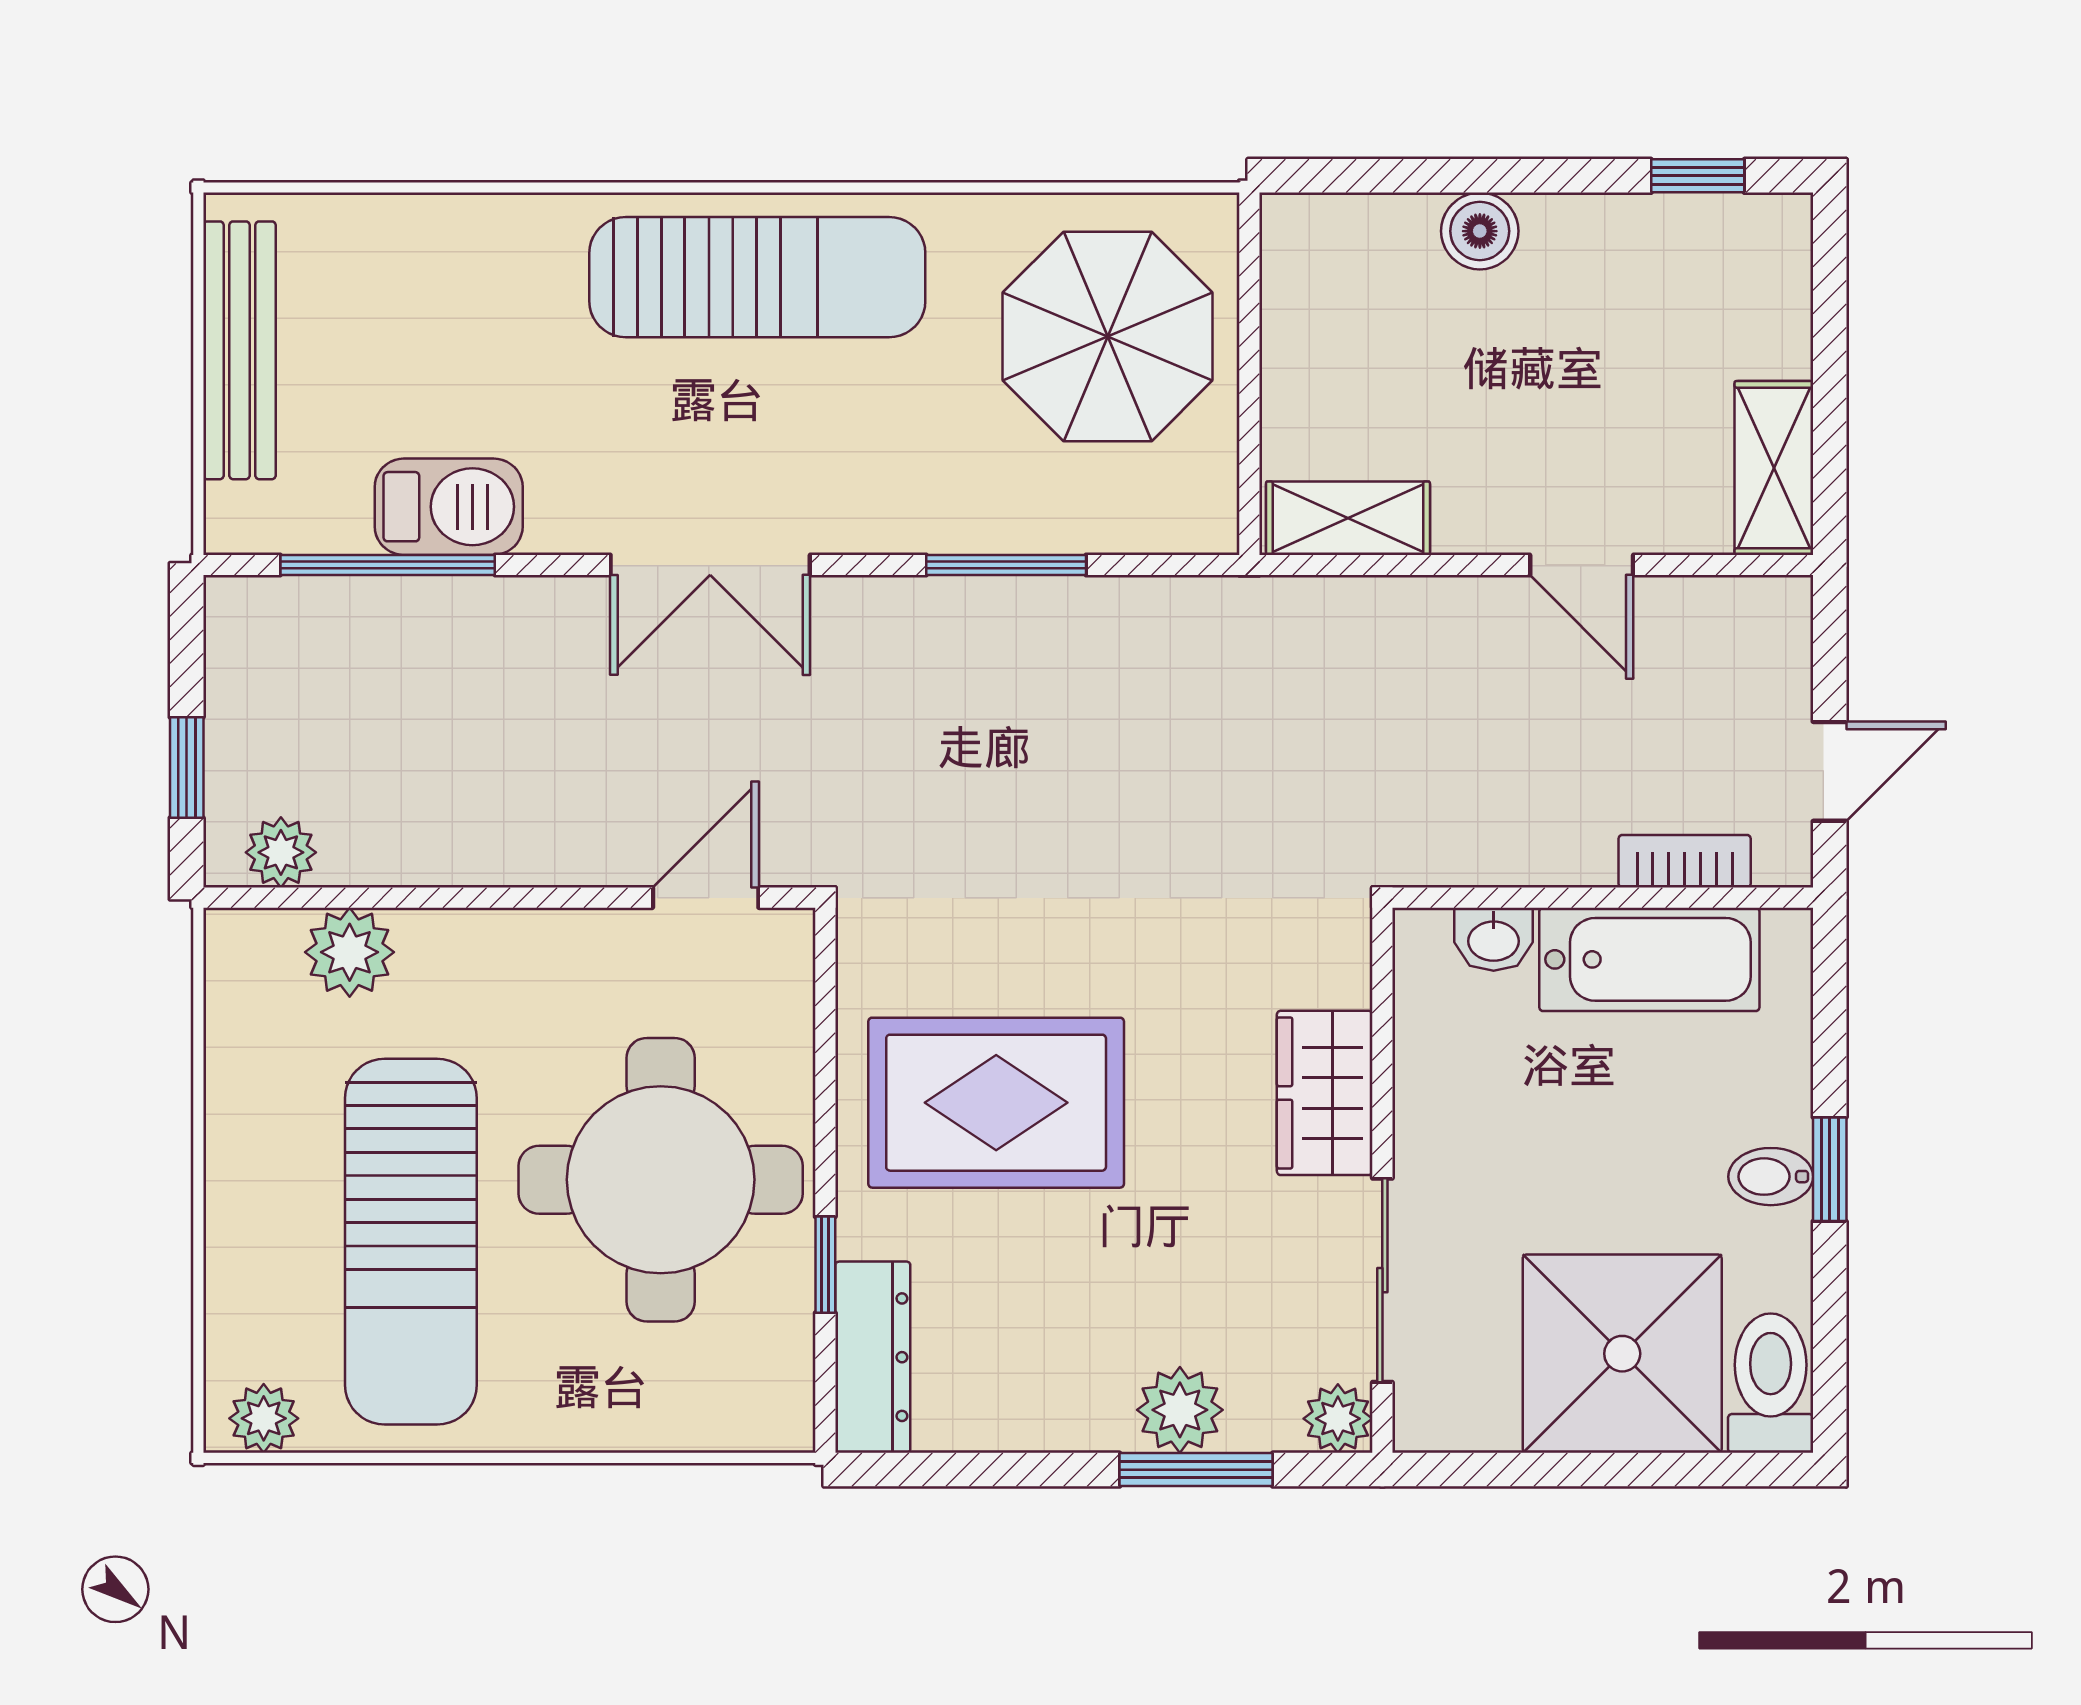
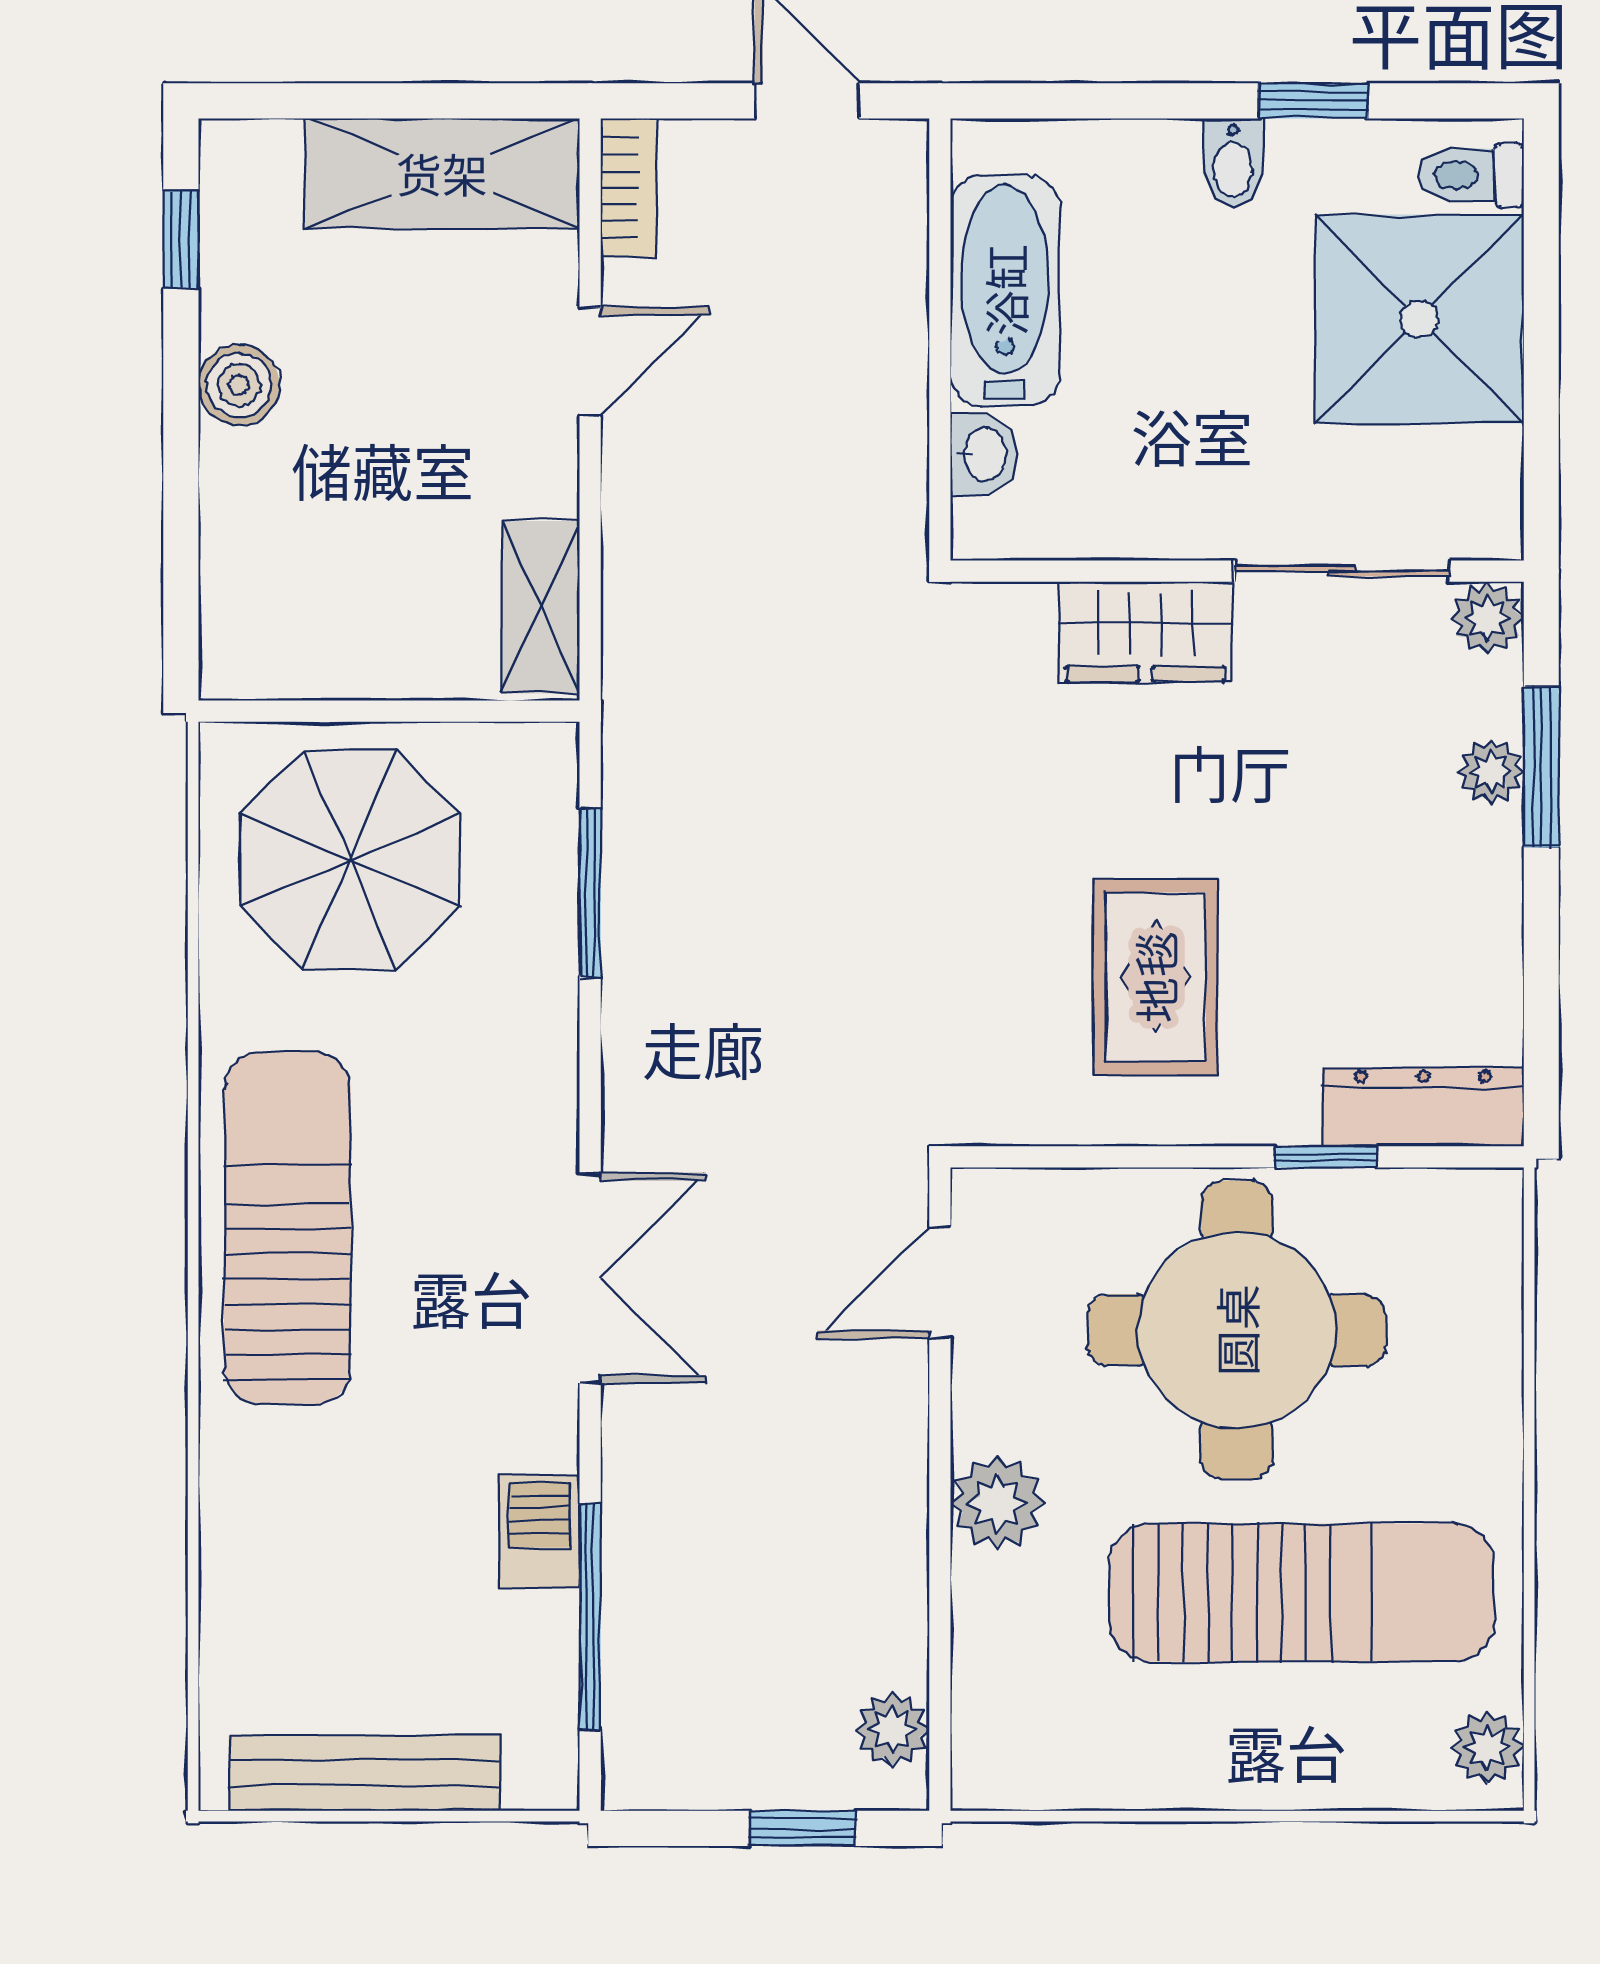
boiler: (1480, 231) -> (239, 385), moved
shelving: (1774, 468) -> (442, 173), width x1.50, depth x1.33
barbecue: (449, 507) -> (540, 1532), width x0.73, depth x0.79
window: (1006, 565) -> (590, 893), moved
bookcase: (1685, 861) -> (628, 188), moved, turned 180
door: (706, 898) -> (940, 1283), hinge flipped
plant: (350, 952) -> (997, 1503), moved
rug: (996, 1103) -> (1155, 977), width x0.73, depth x0.70
window: (1830, 1169) -> (1313, 101), moved
toilet: (1771, 1383) -> (1471, 175), width x0.73, depth x0.72
plant: (1180, 1410) -> (1491, 772), width x0.73, depth x0.73

